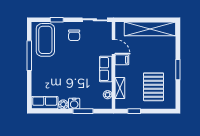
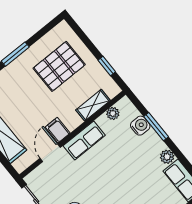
water cooler: (74, 104) -> (140, 126), moved

